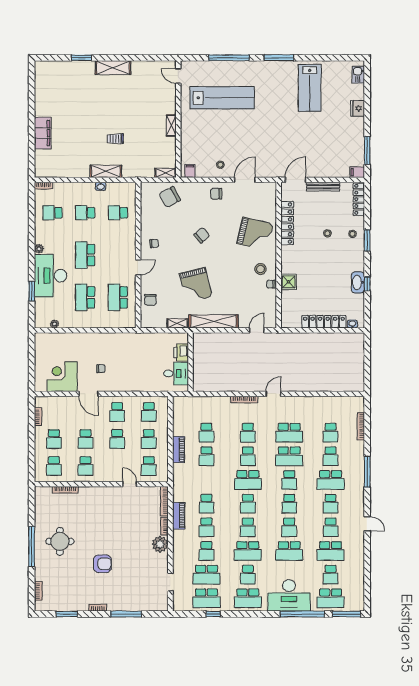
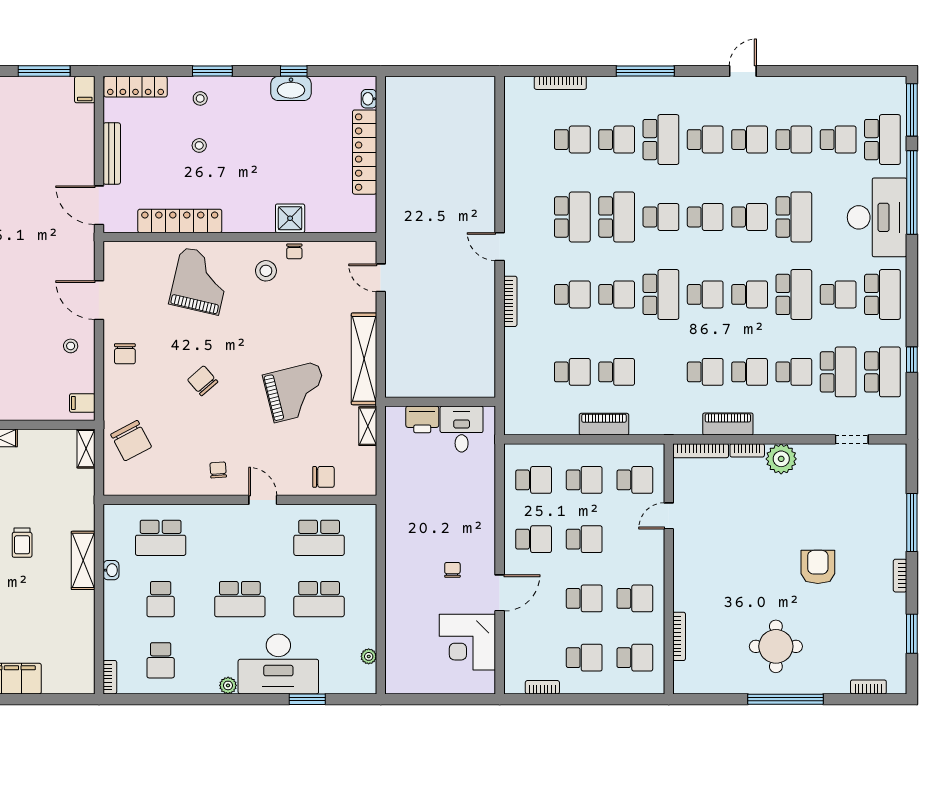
school desk: (118, 213) -> (161, 538), width x1.85
school desk: (331, 551) -> (794, 140), width x0.54

